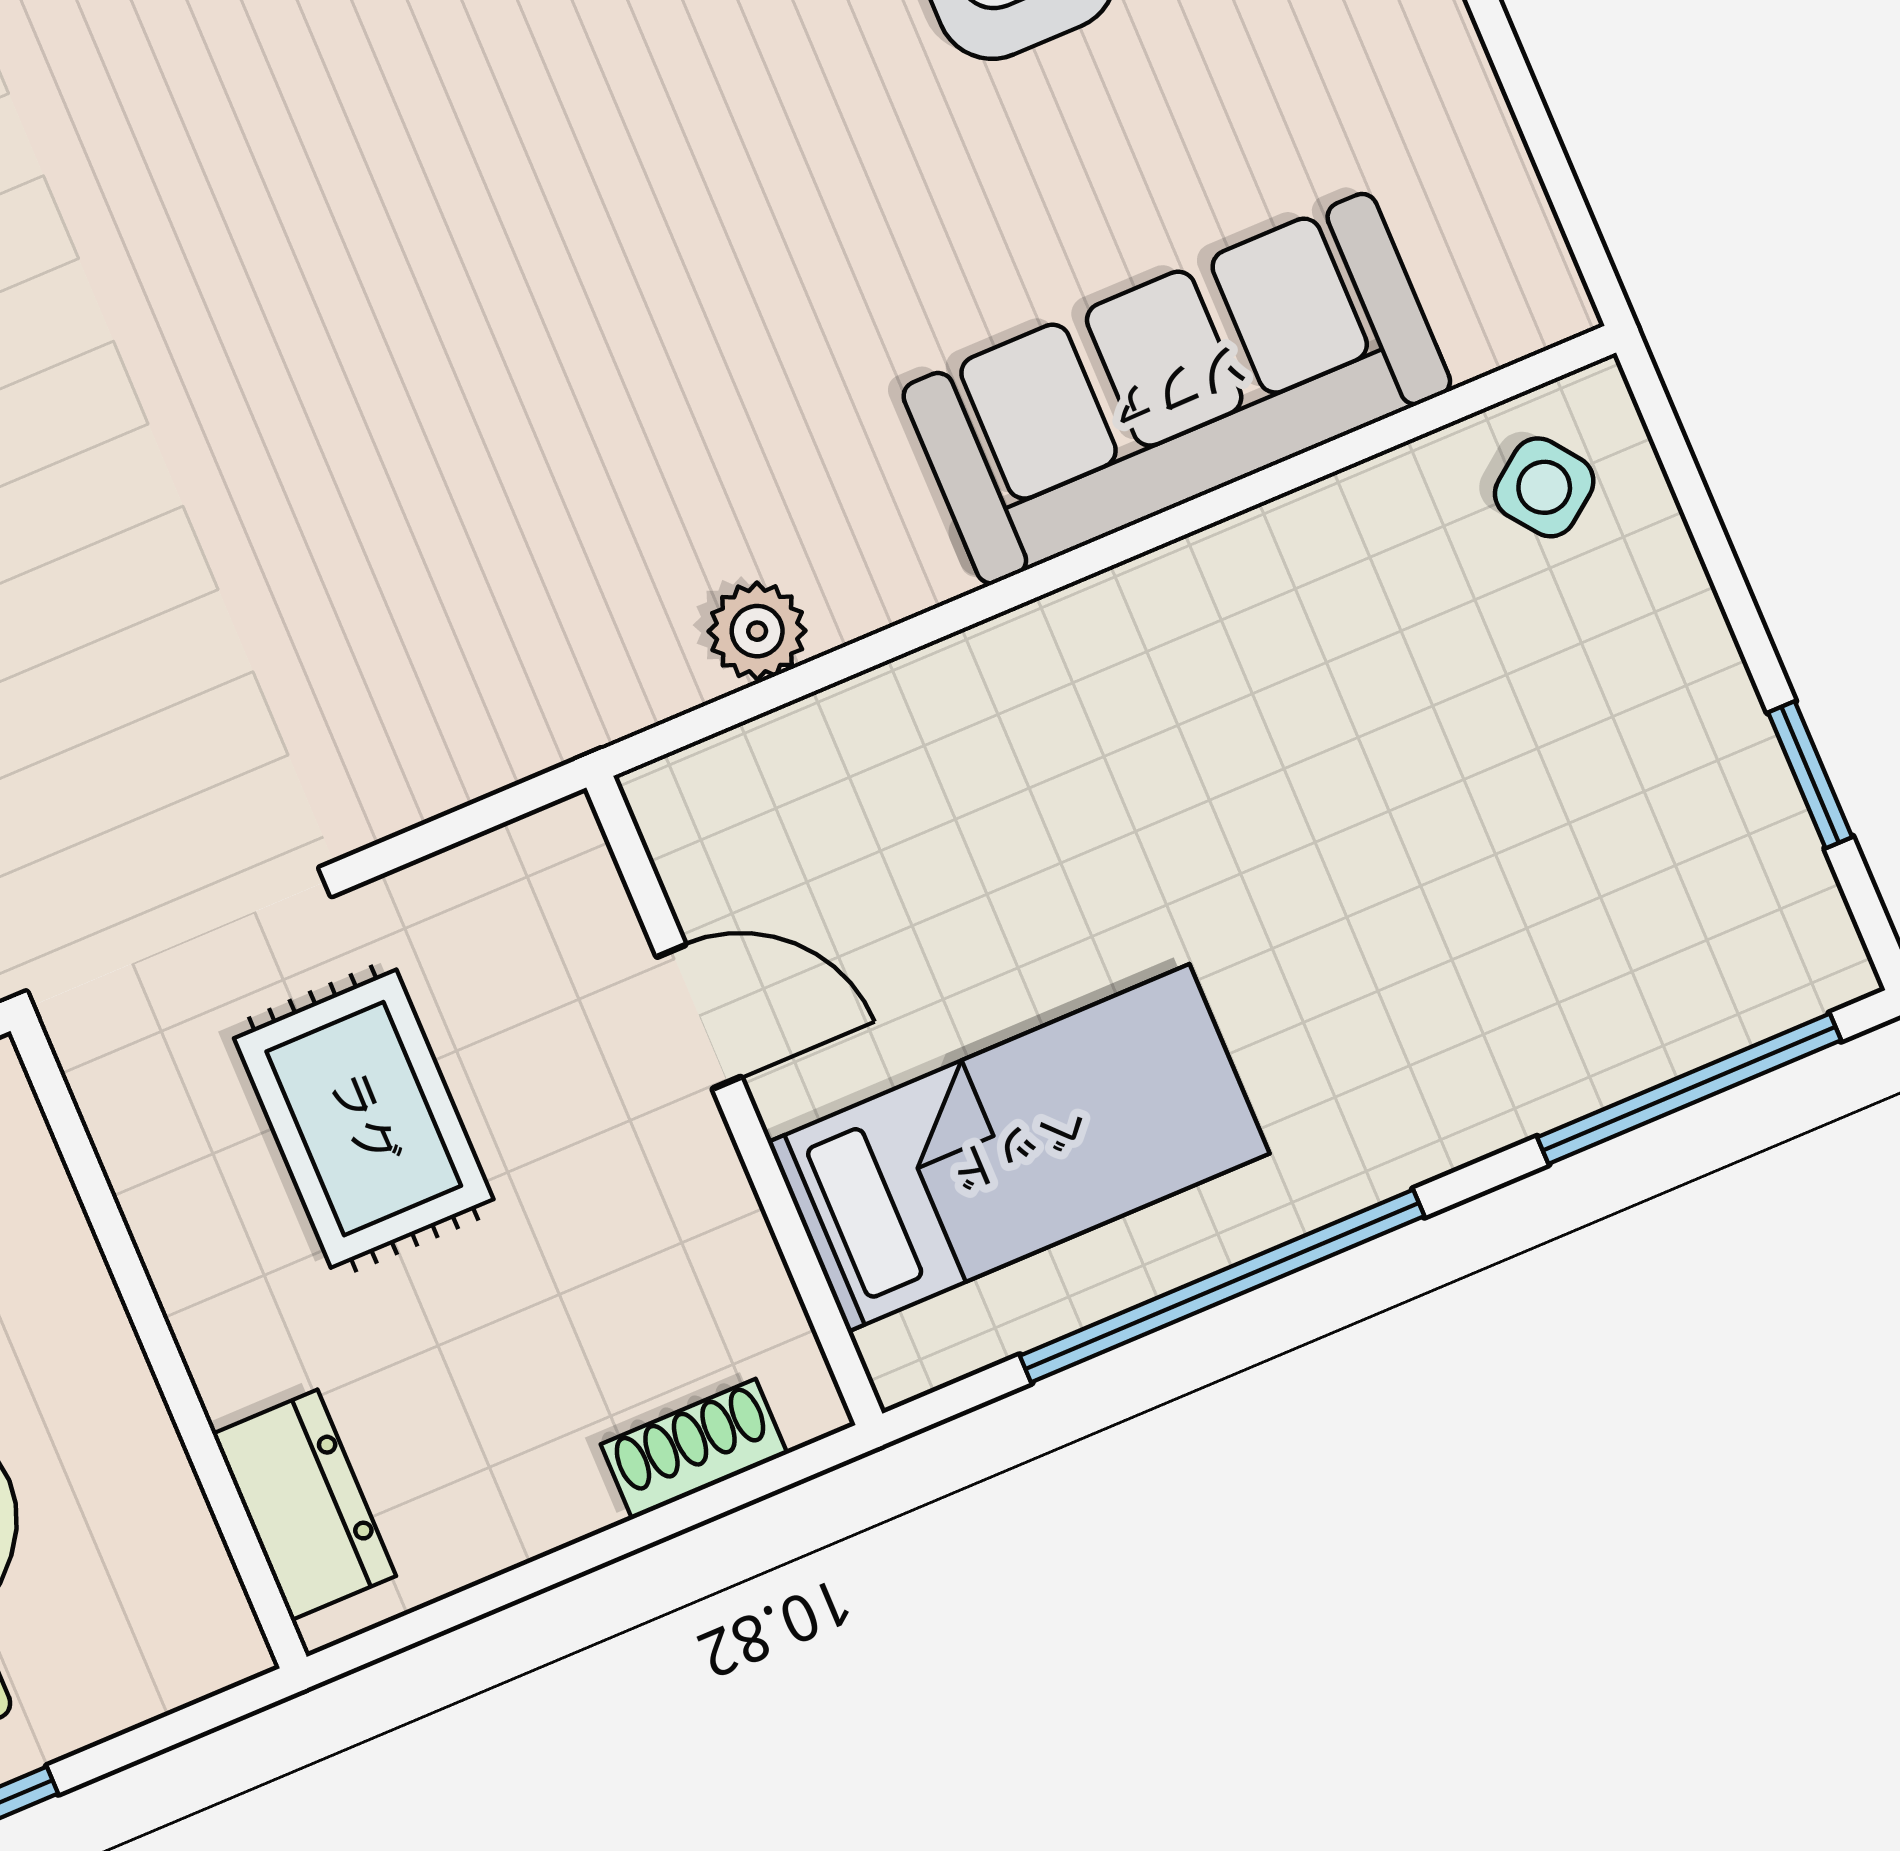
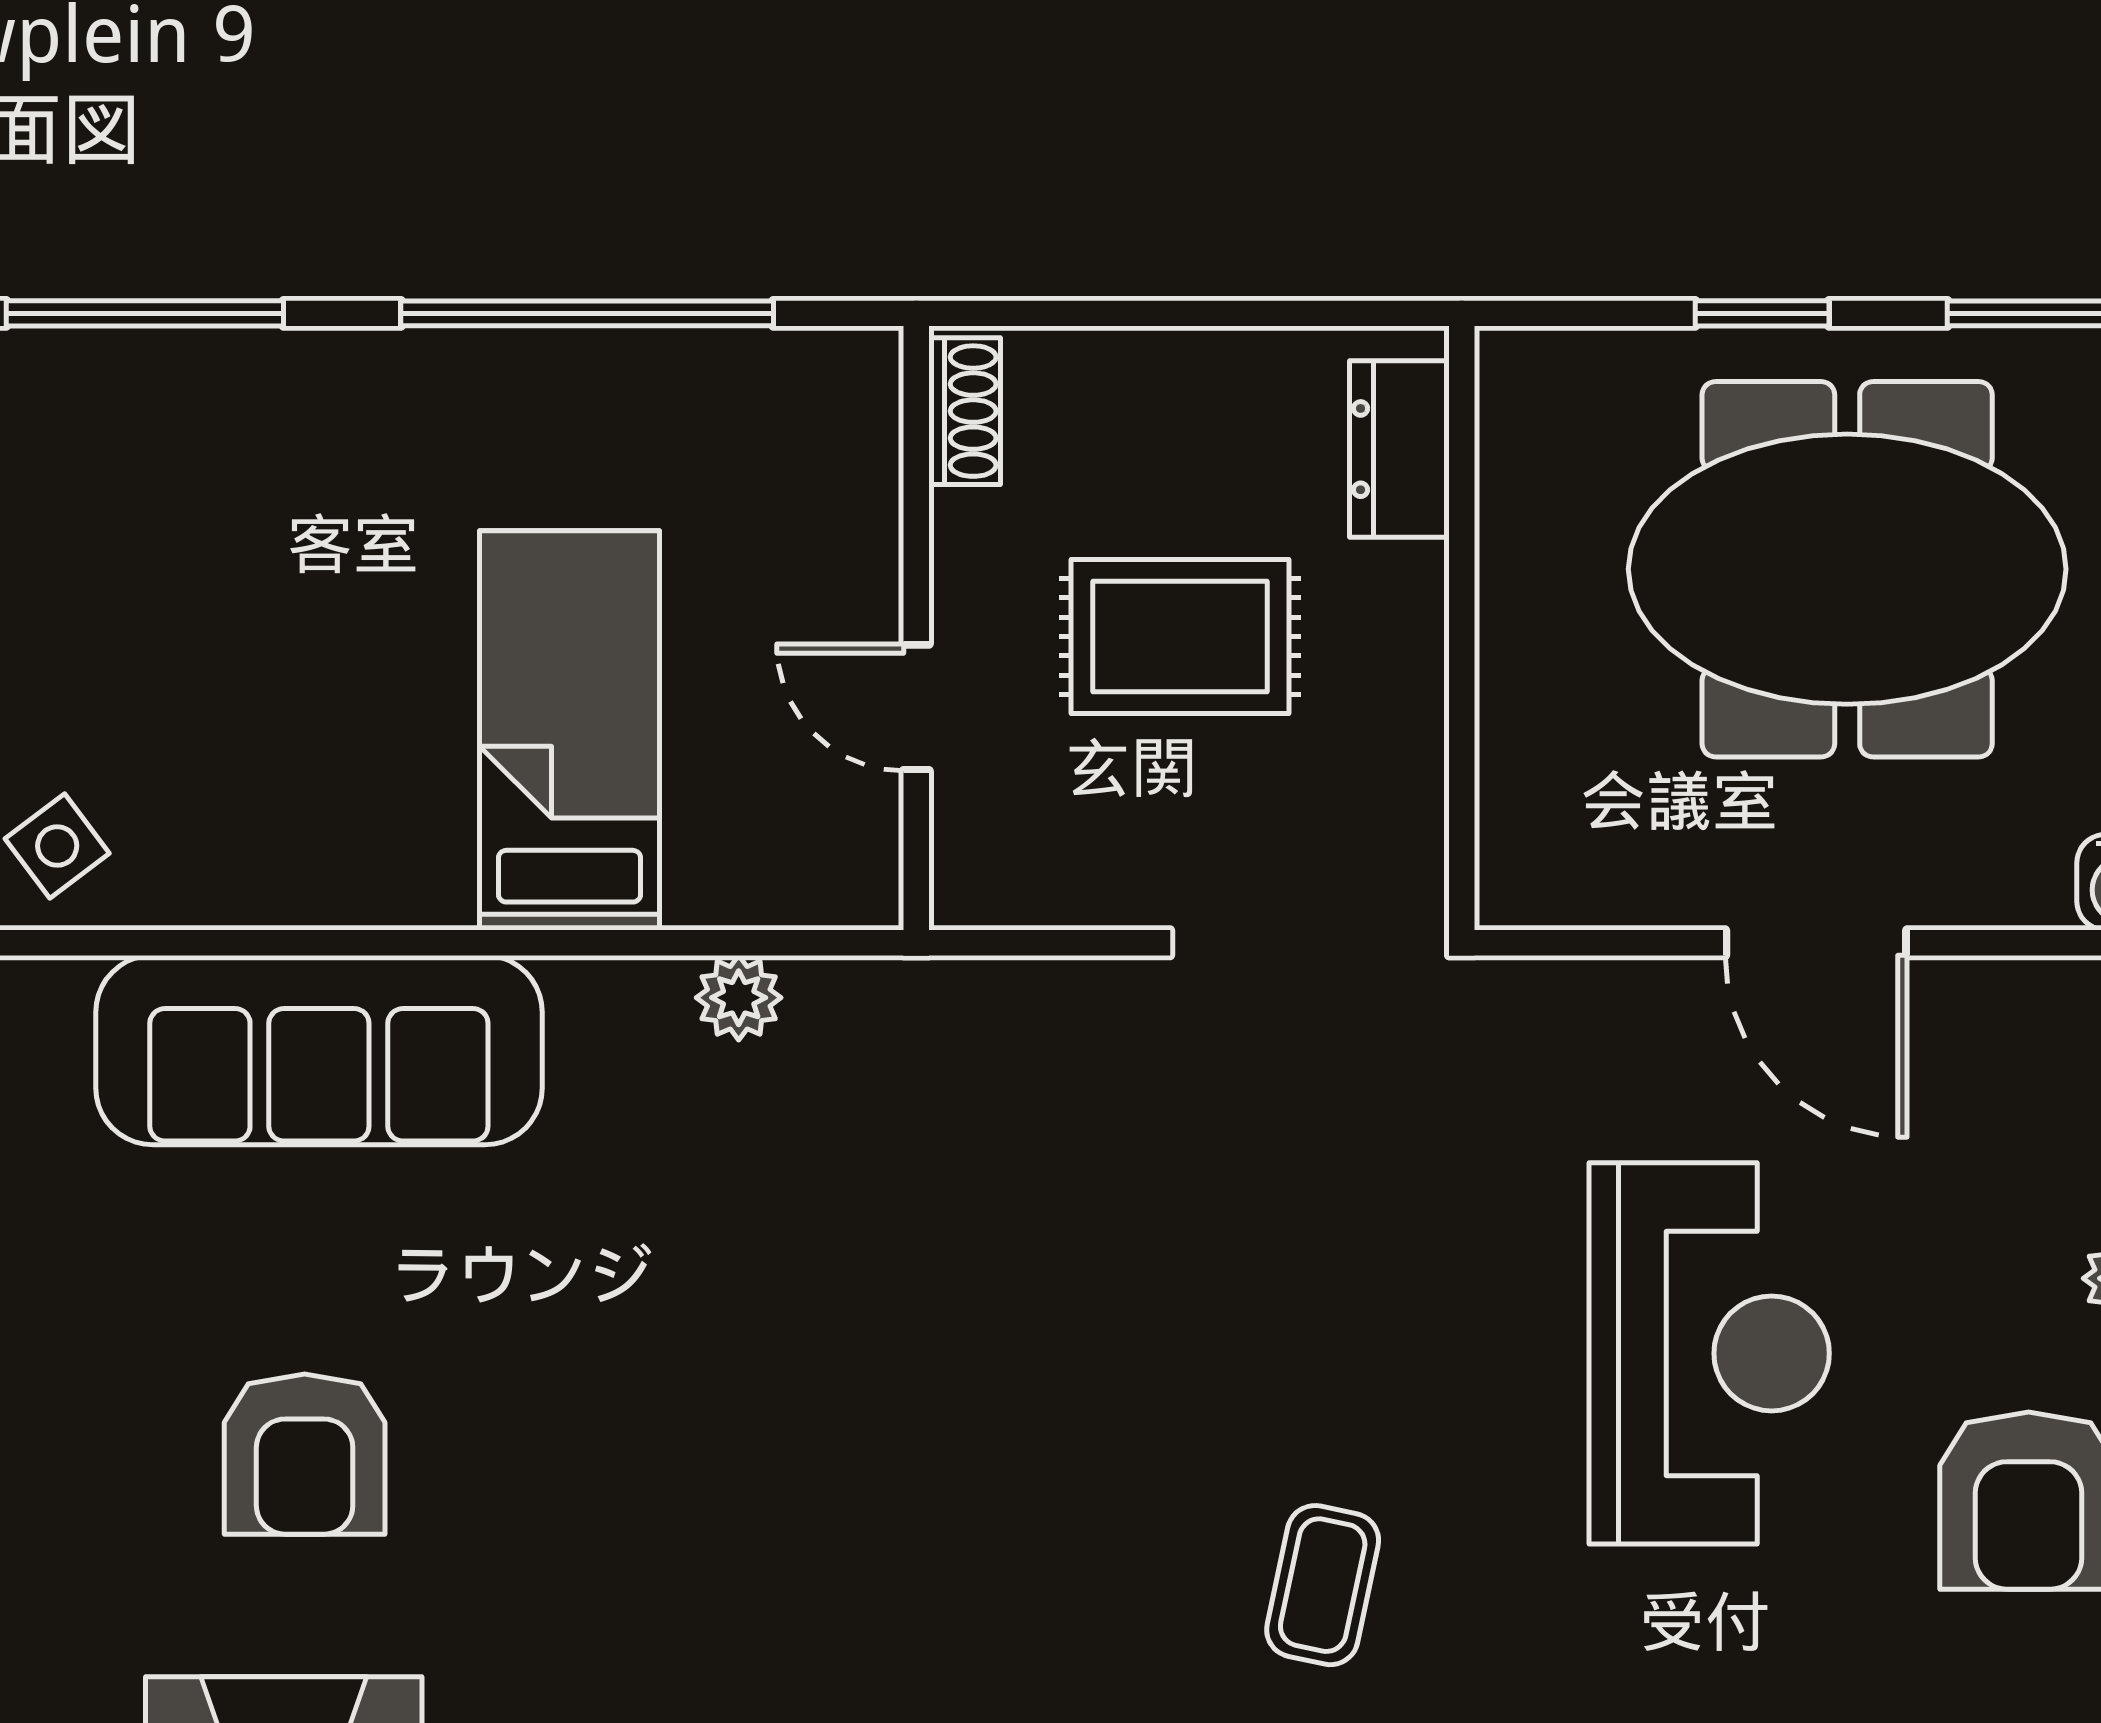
rug: (364, 1119) -> (1180, 637), moved, turned 90
bed: (1019, 1148) -> (570, 730), moved, turned 90
shoe rack: (694, 1449) -> (965, 411), moved, turned -90

